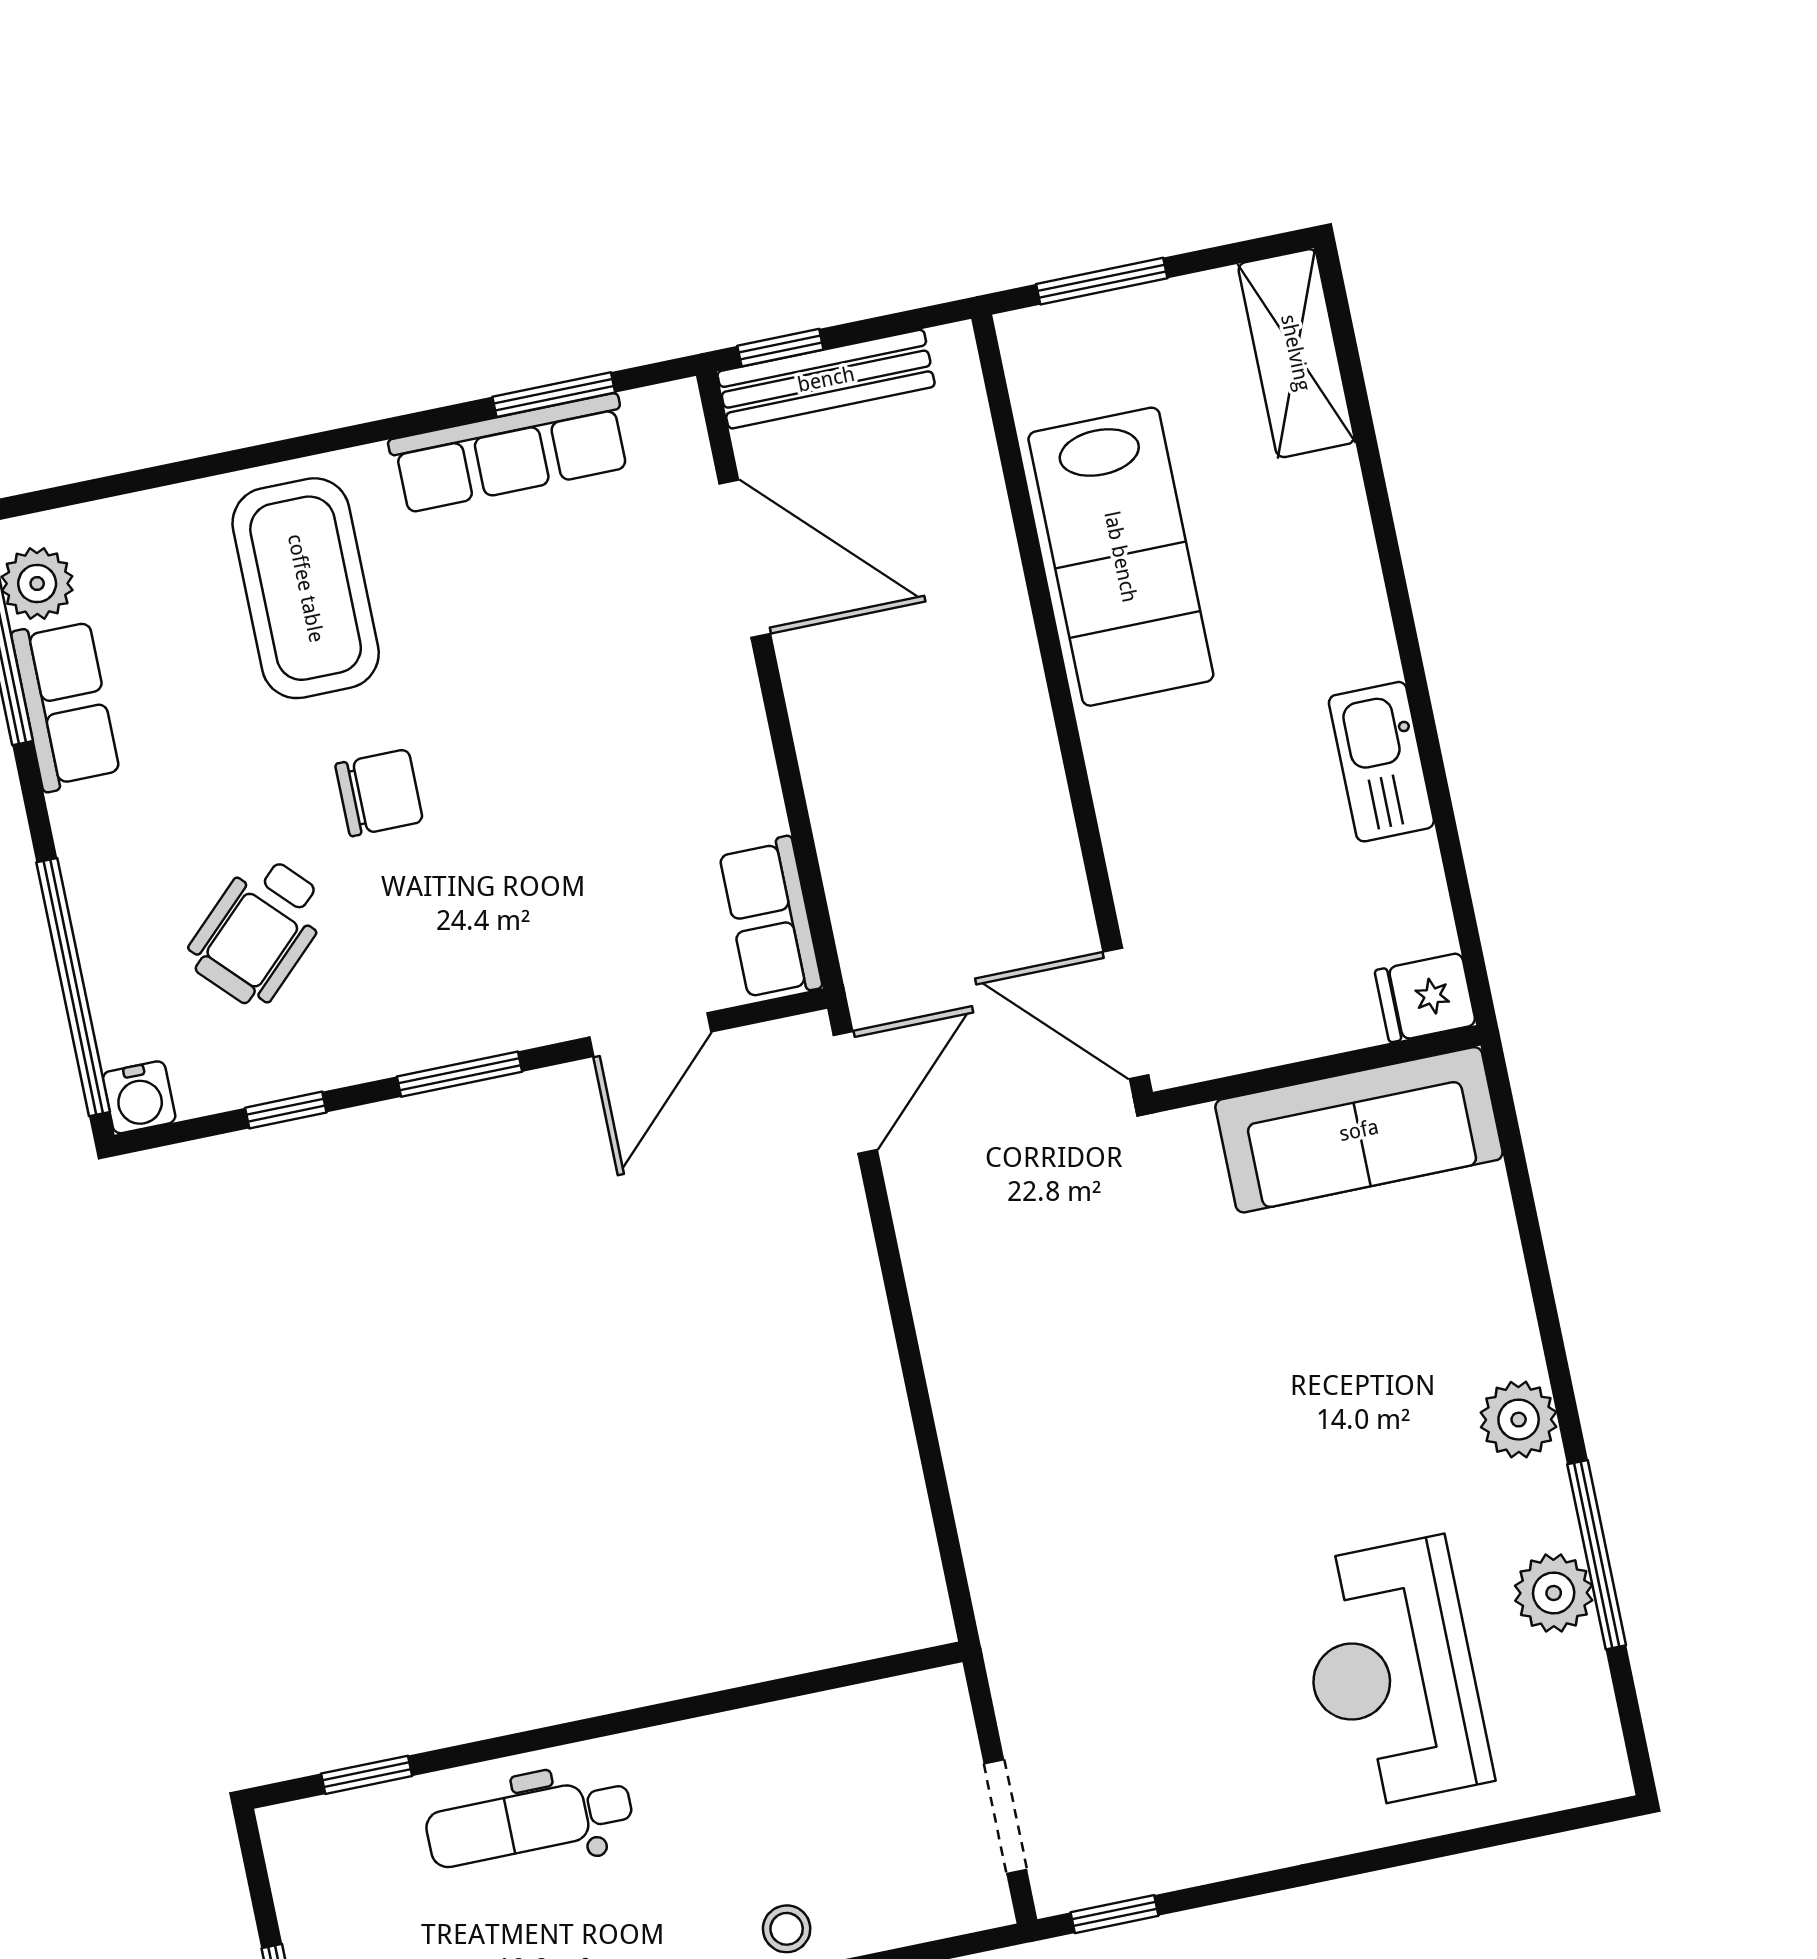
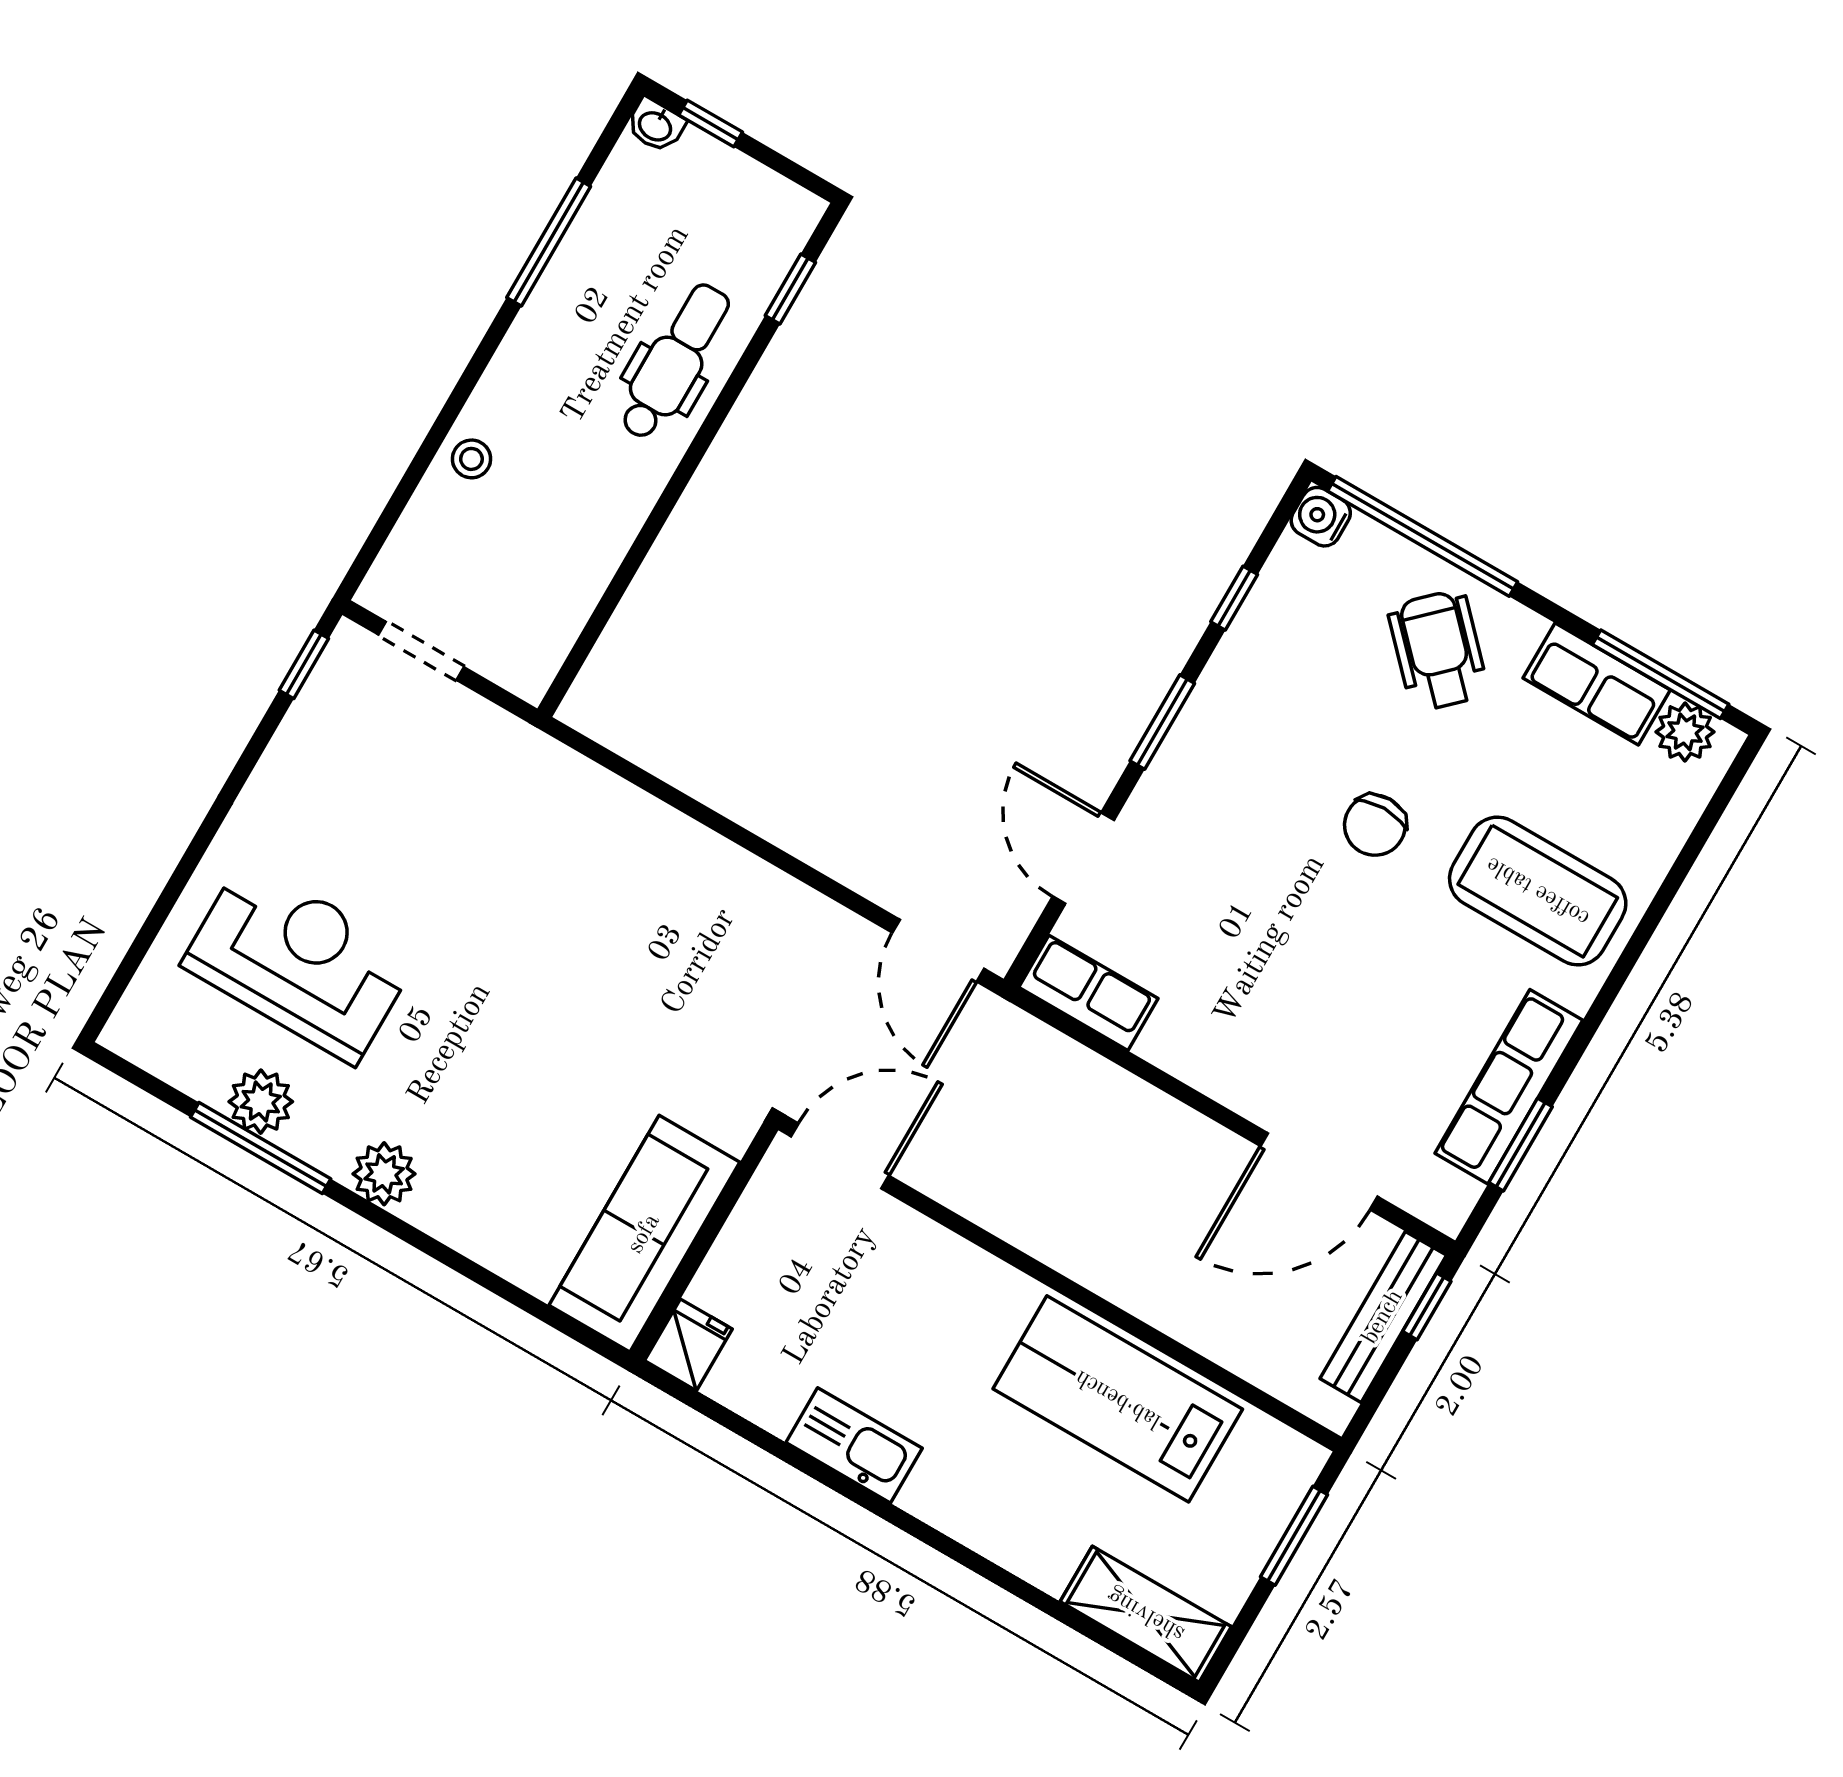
wheelchair: (258, 931) -> (1438, 650), moved

